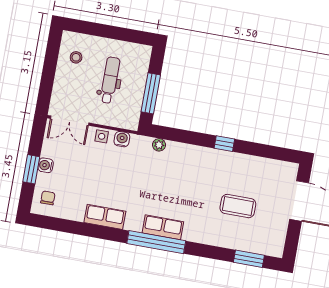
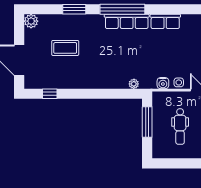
window: (224, 144) -> (50, 94), moved
row of seats: (163, 227) -> (127, 21), width x1.48
plant: (275, 248) -> (31, 21), added
window: (249, 259) -> (74, 9), moved

